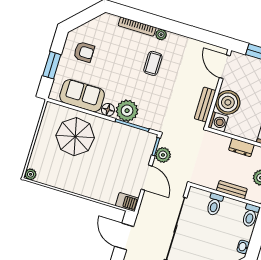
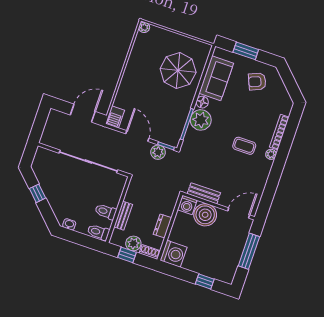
armchair: (84, 52) -> (257, 82), turned 67
door: (147, 178) -> (137, 136), swing flipped
toilet: (215, 204) -> (106, 212), moved

